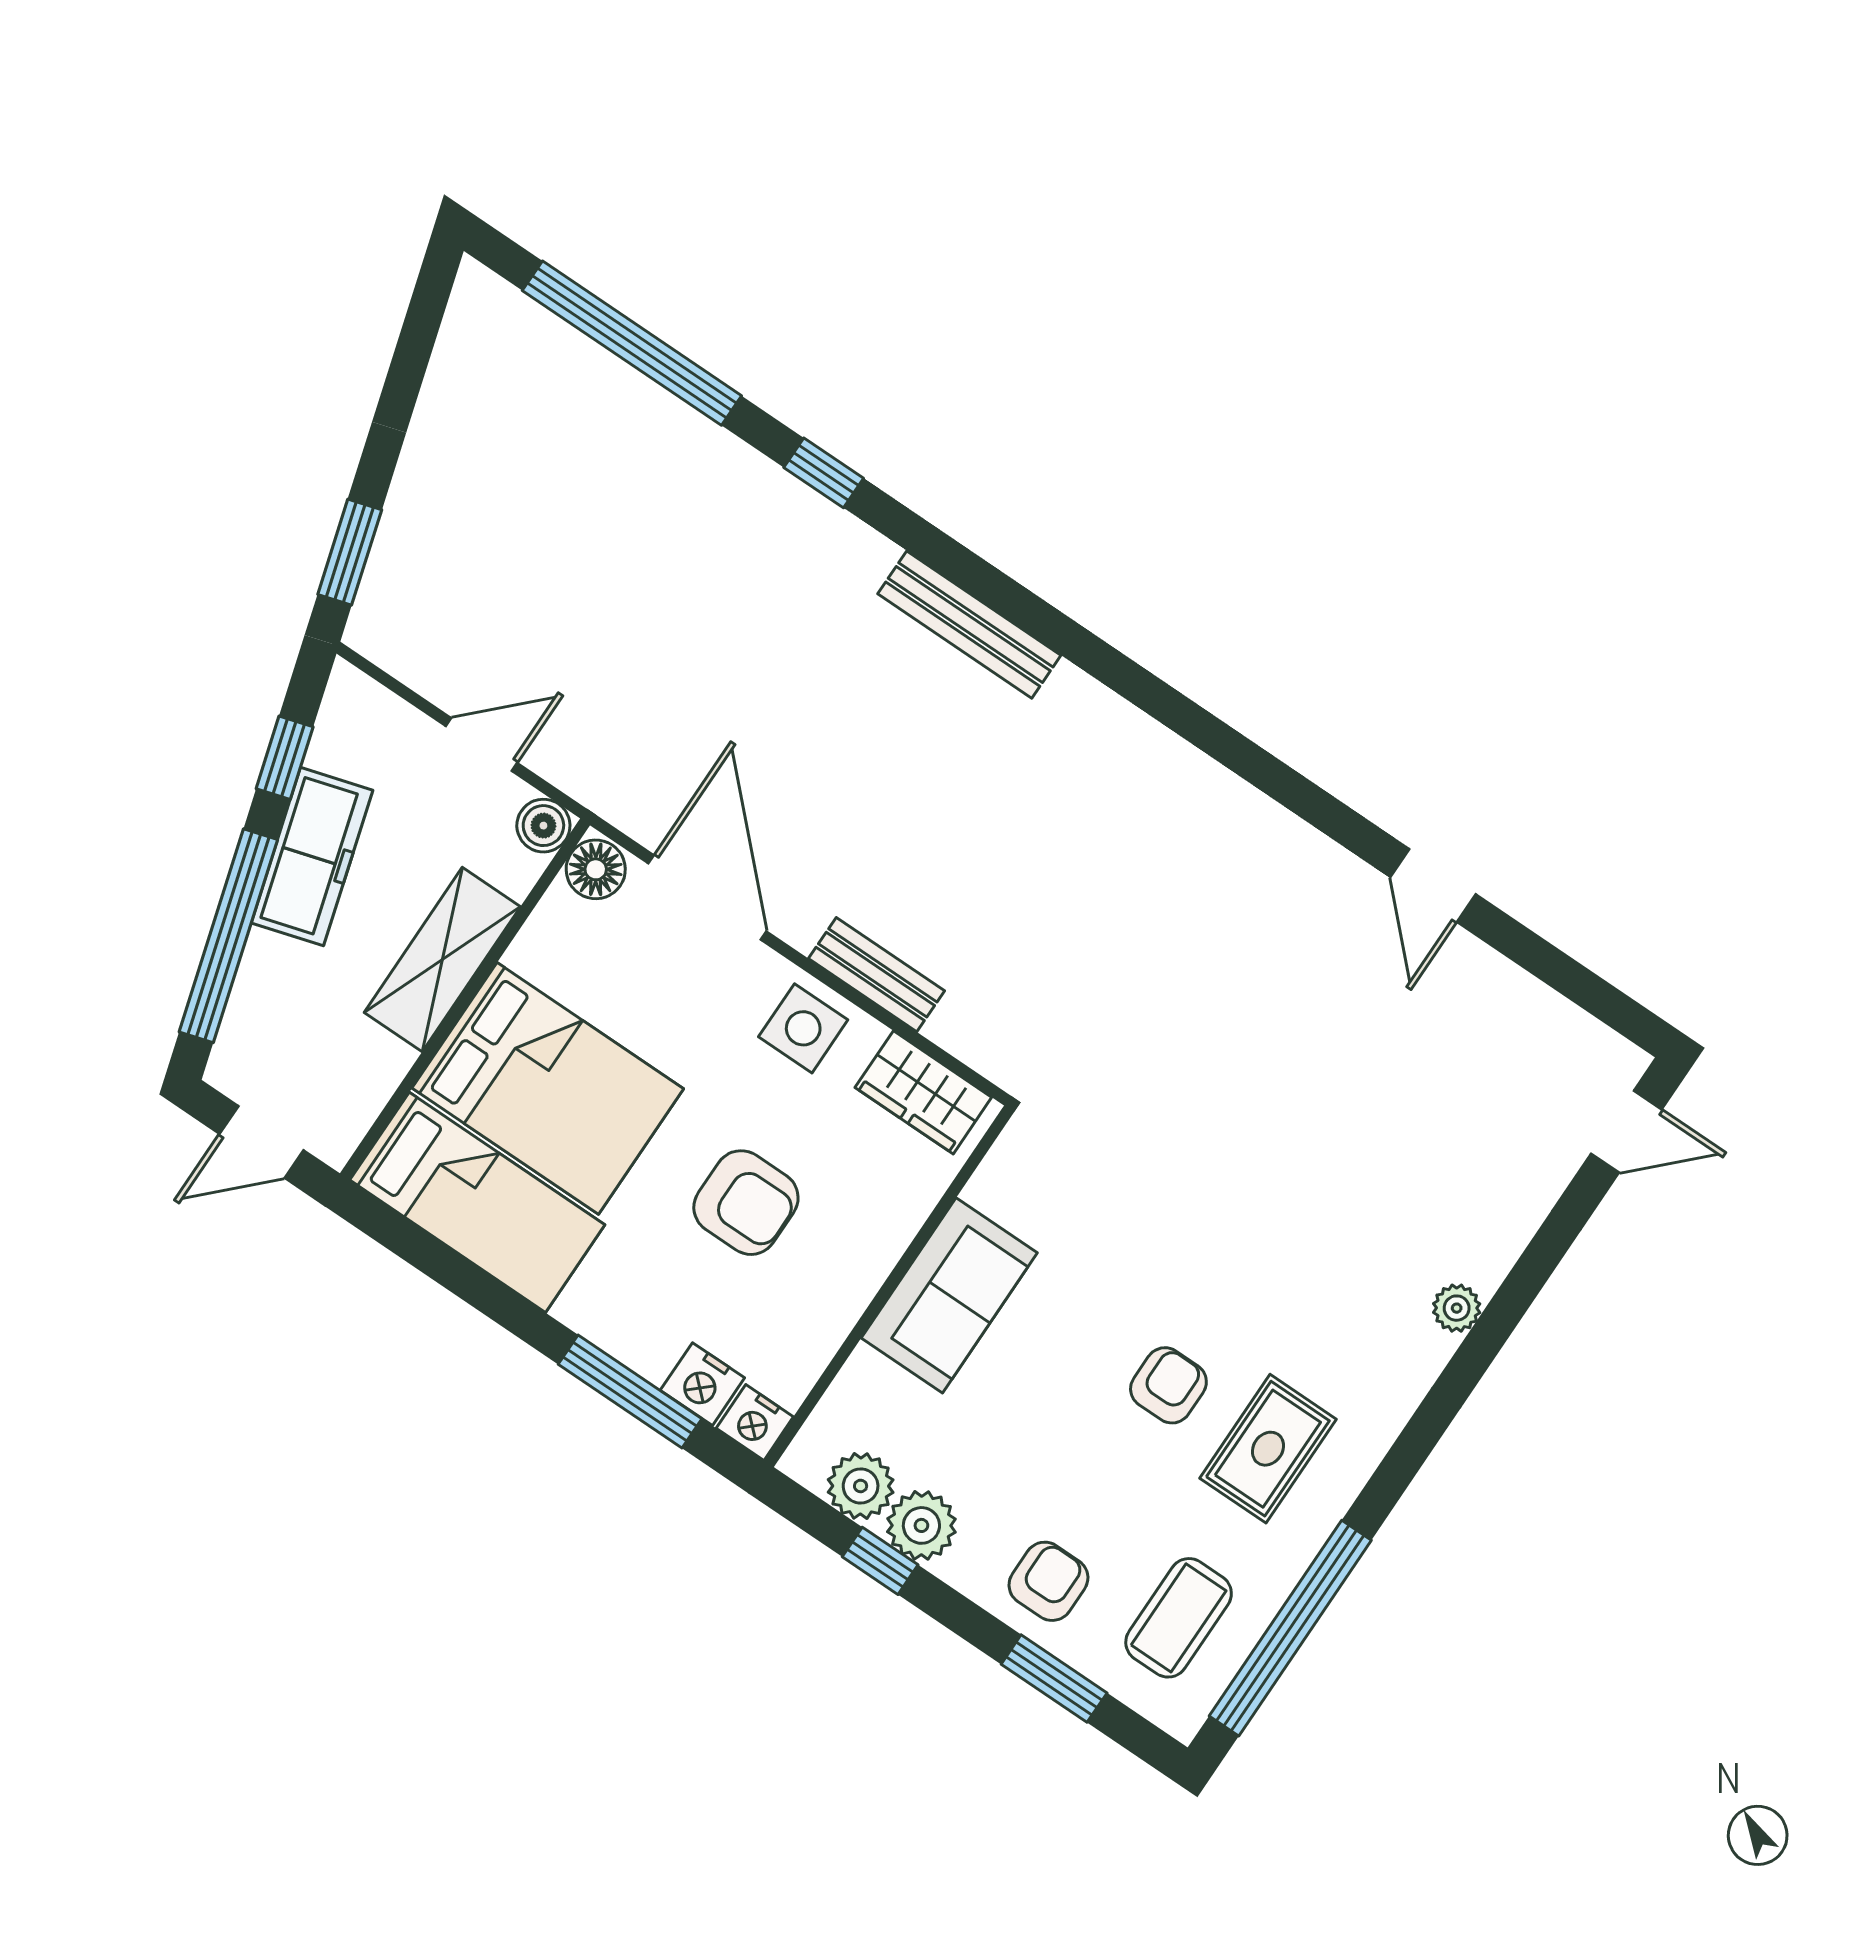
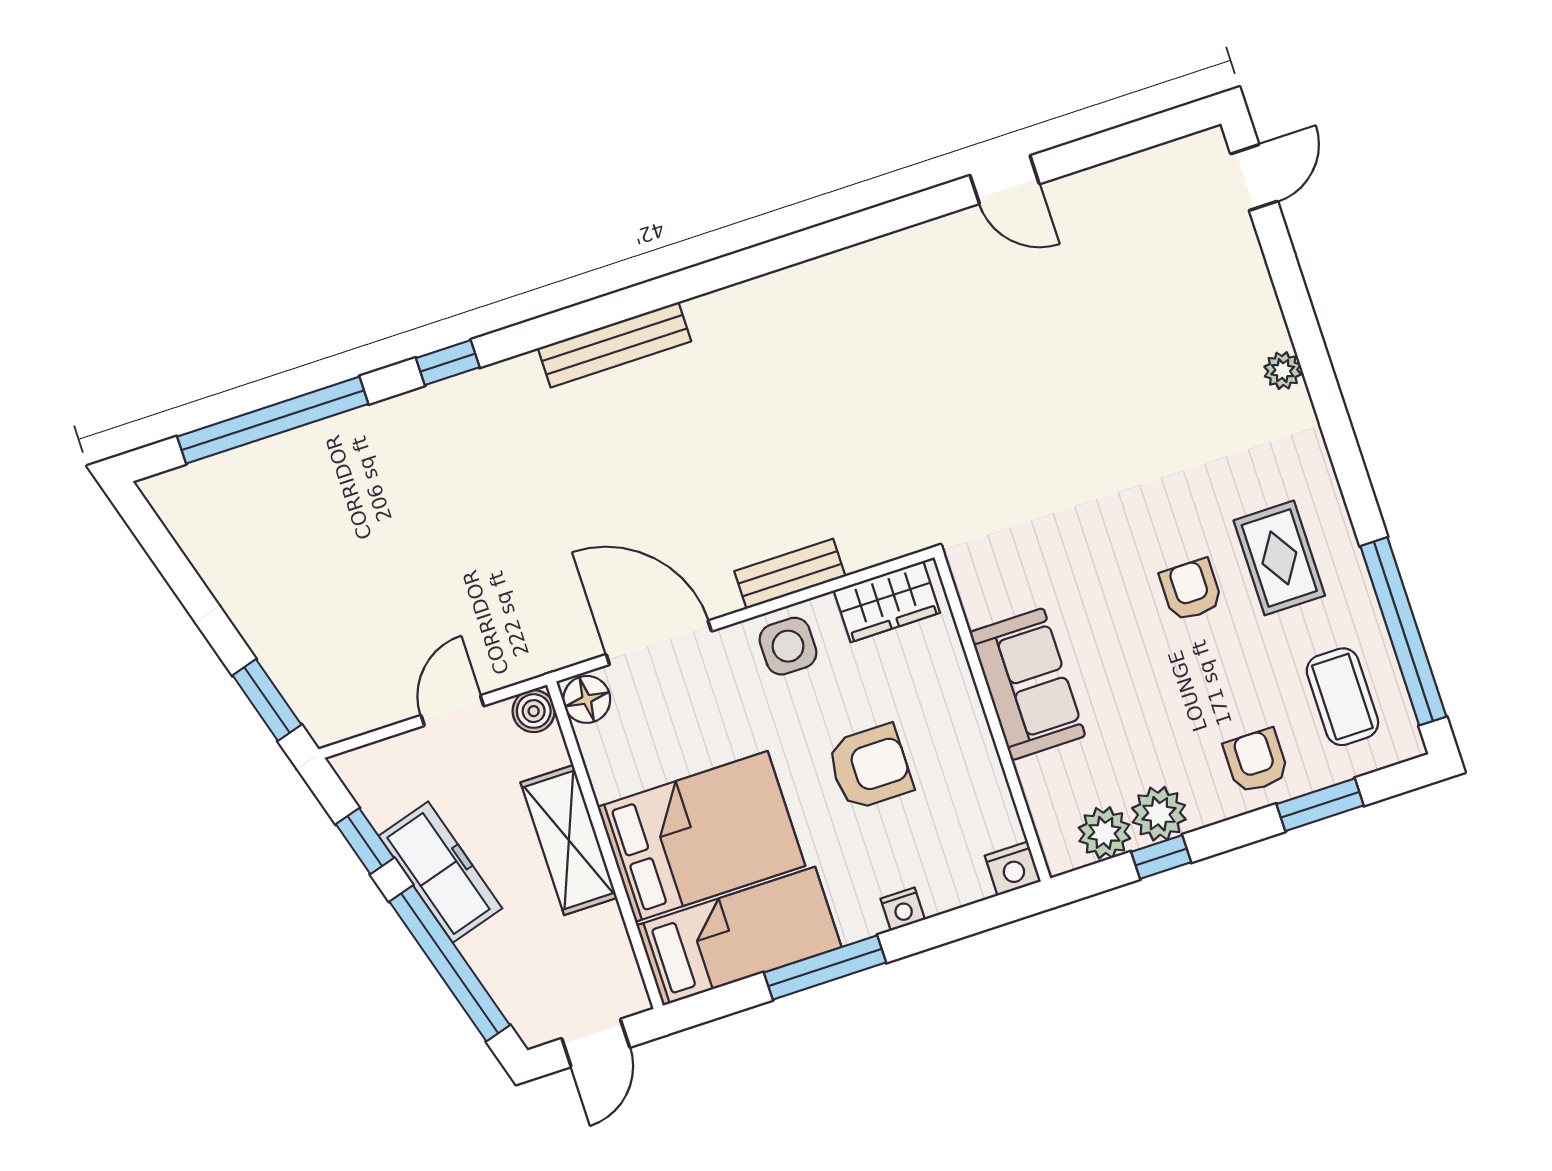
nightstand: (702, 1384) -> (903, 909), moved, width x0.72, depth x0.74
window: (630, 1391) -> (825, 968), moved

